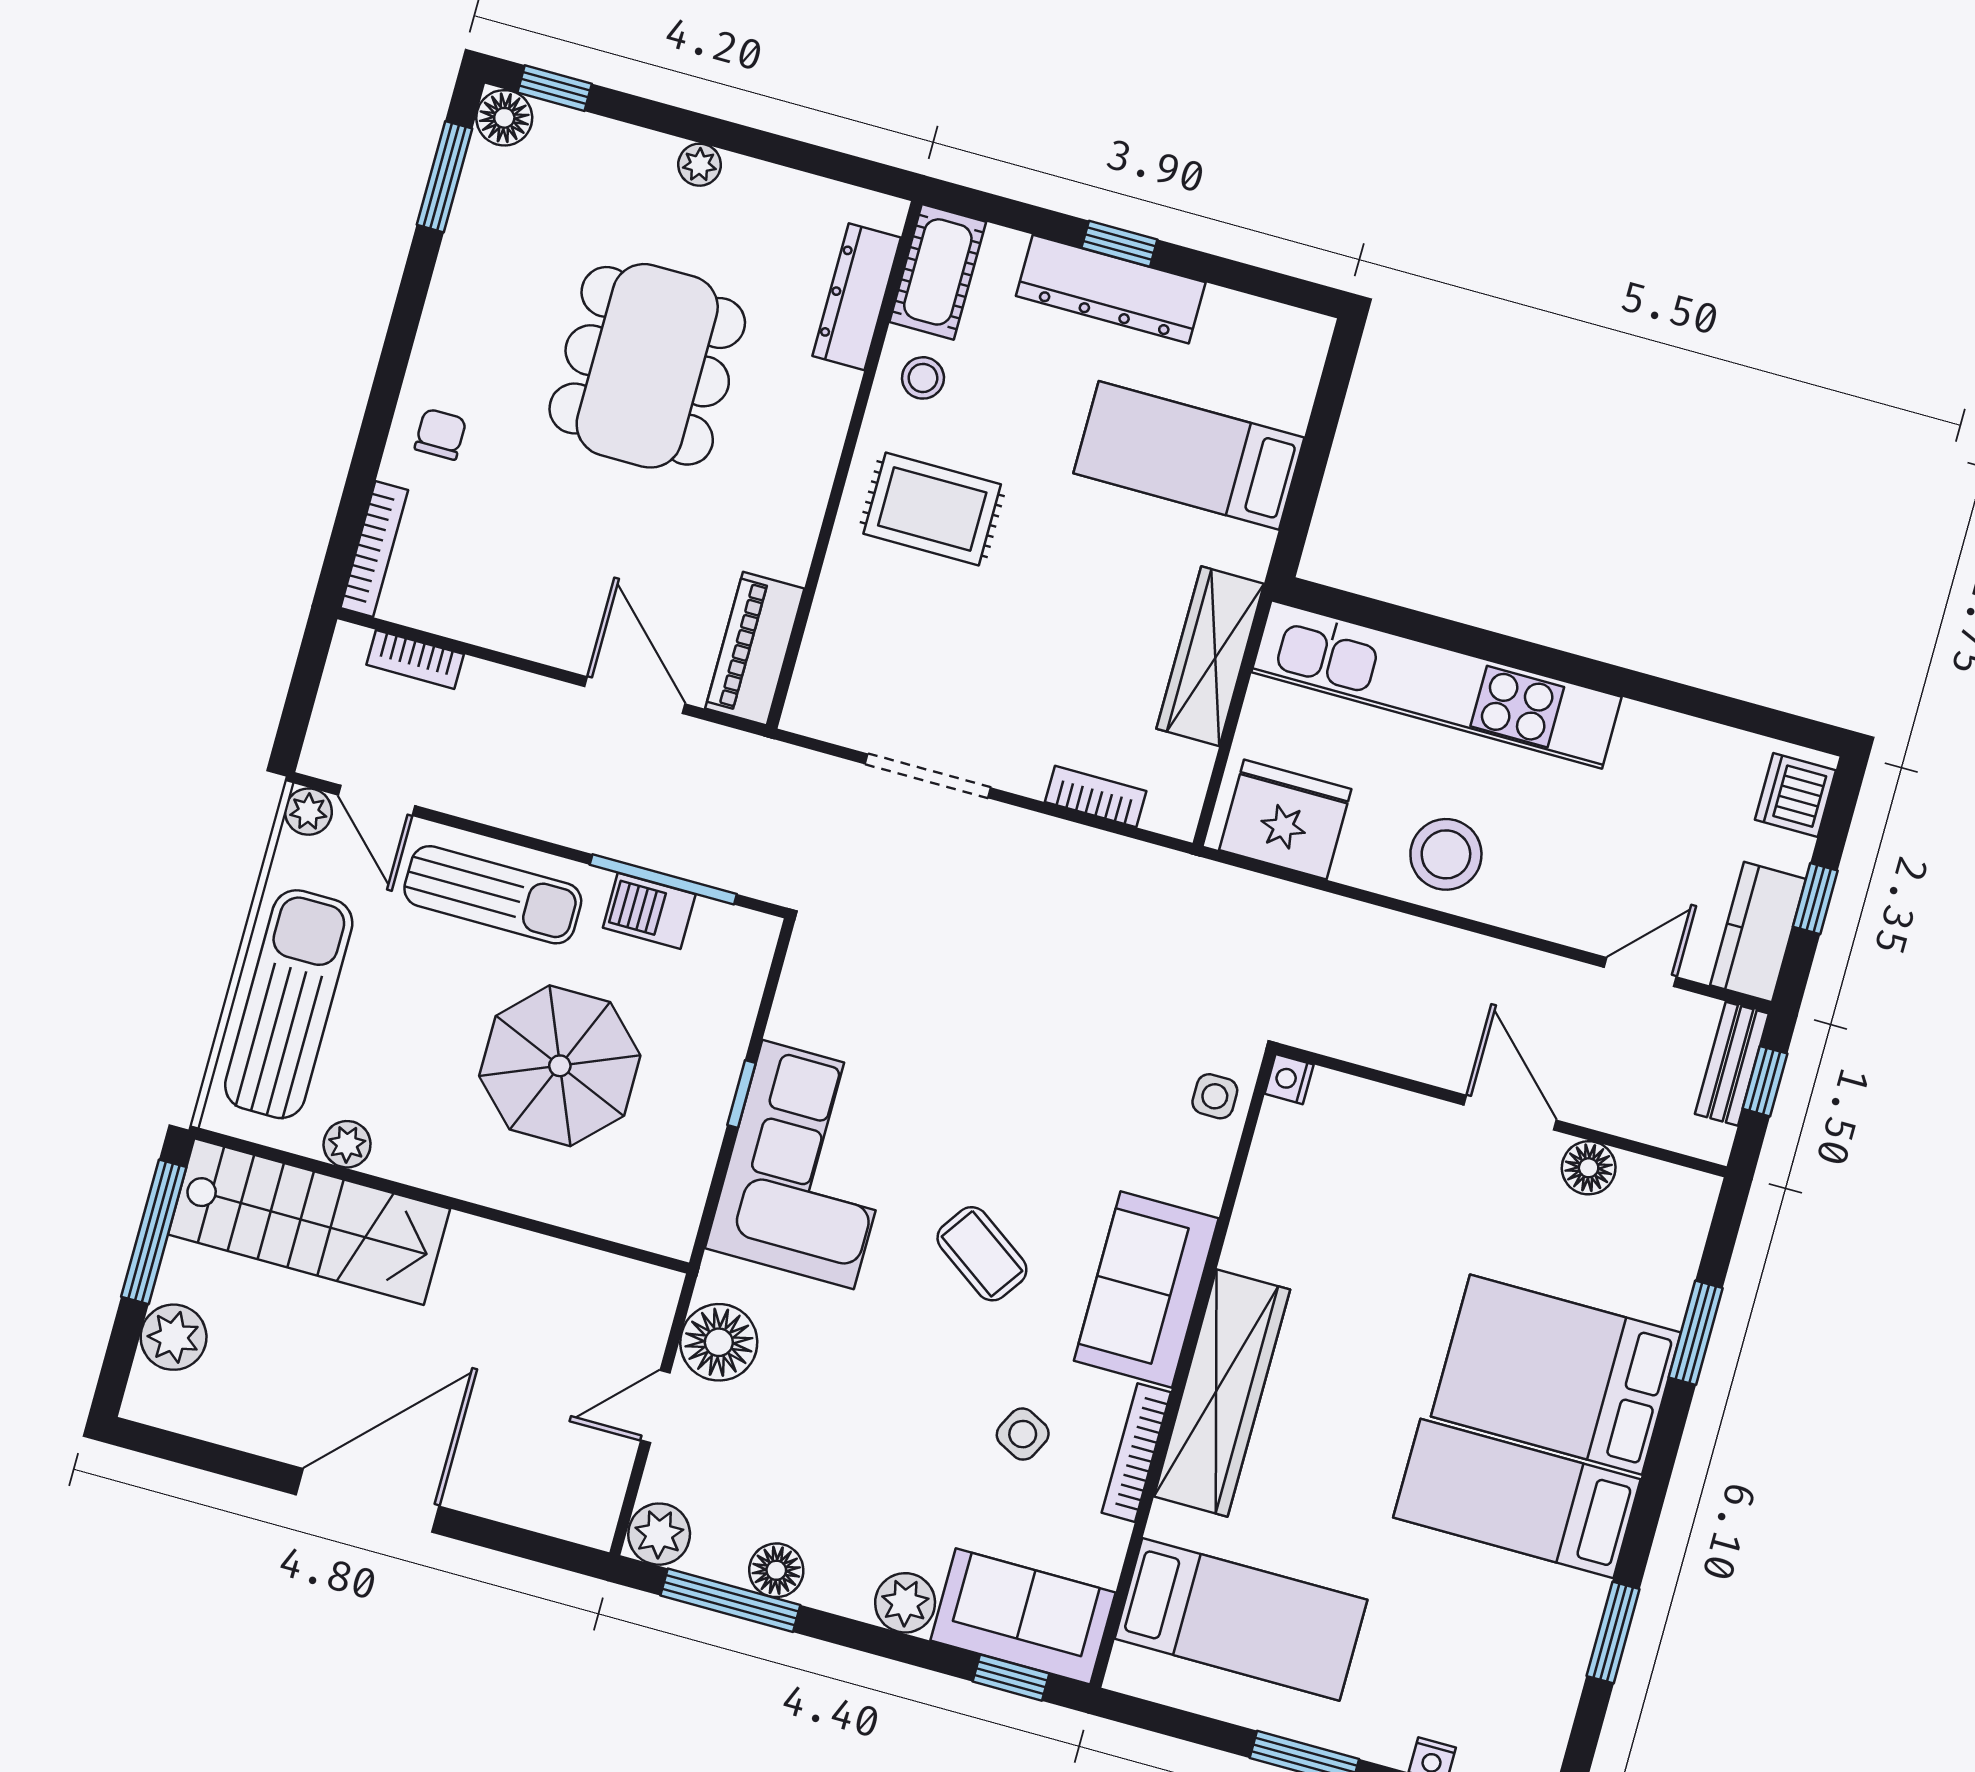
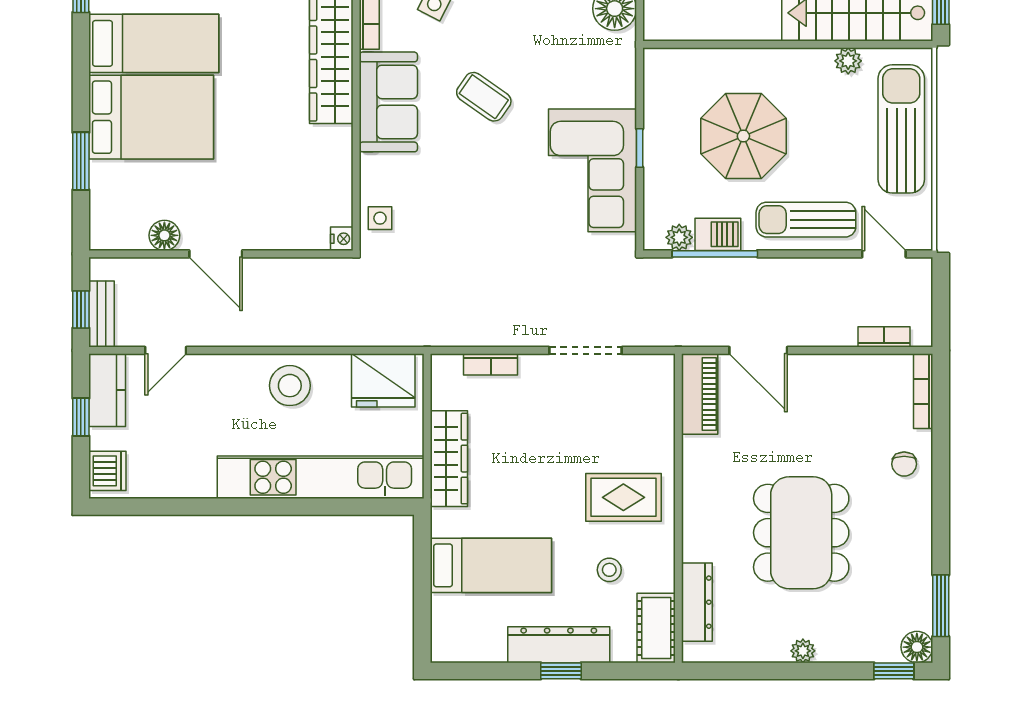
stool: (923, 378) -> (609, 570), moved
plant: (308, 812) -> (679, 237), moved
sun lounger: (289, 1004) -> (901, 129), turned 180
corner sofa: (808, 1165) -> (593, 170), moved

